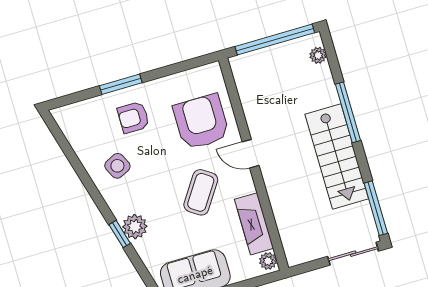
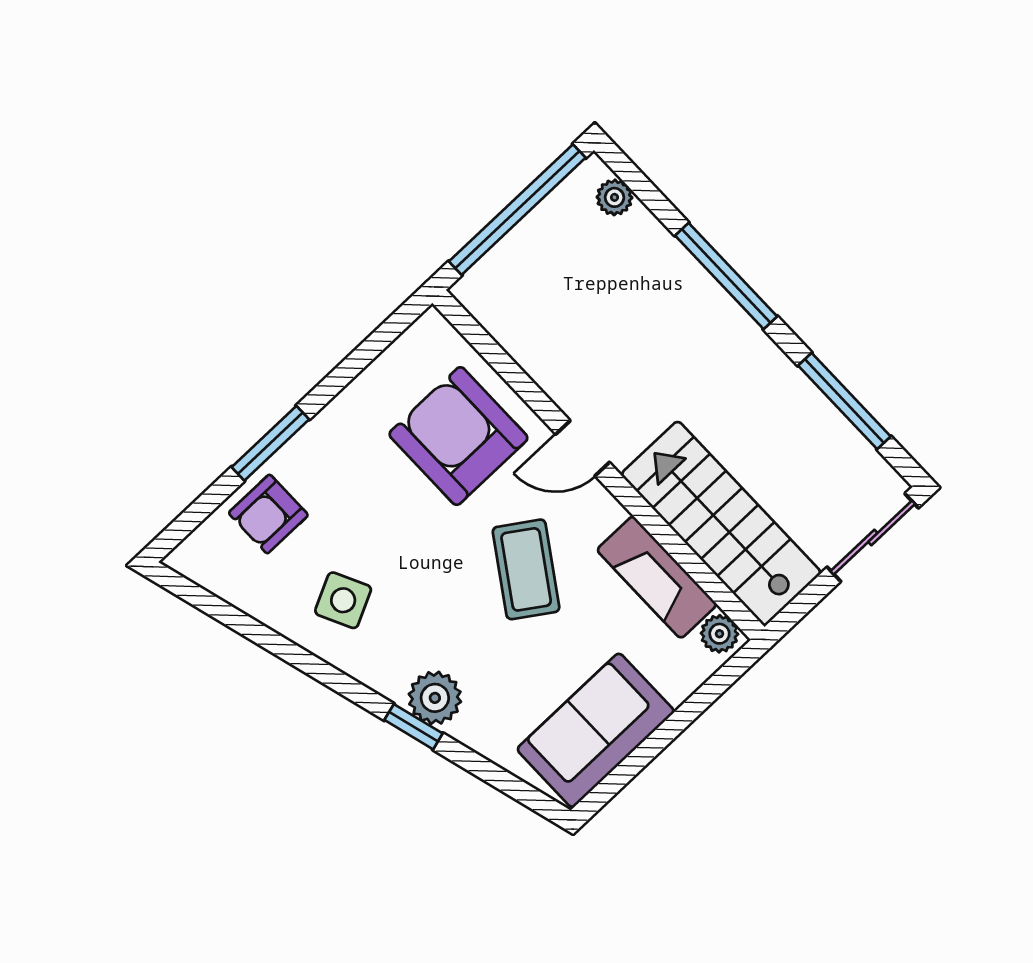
armchair: (133, 117) -> (268, 514), moved
stairs: (337, 156) -> (721, 524), moved, turned 180
window: (376, 208) -> (844, 401), moved

